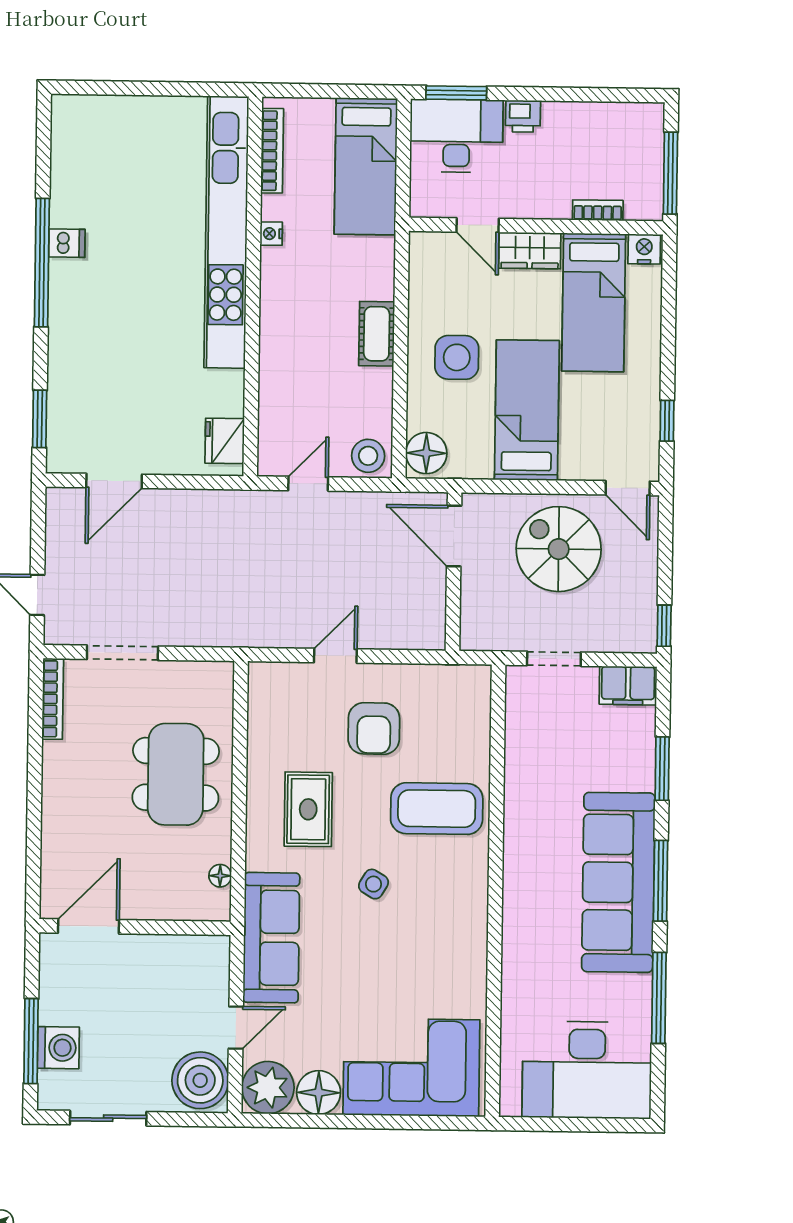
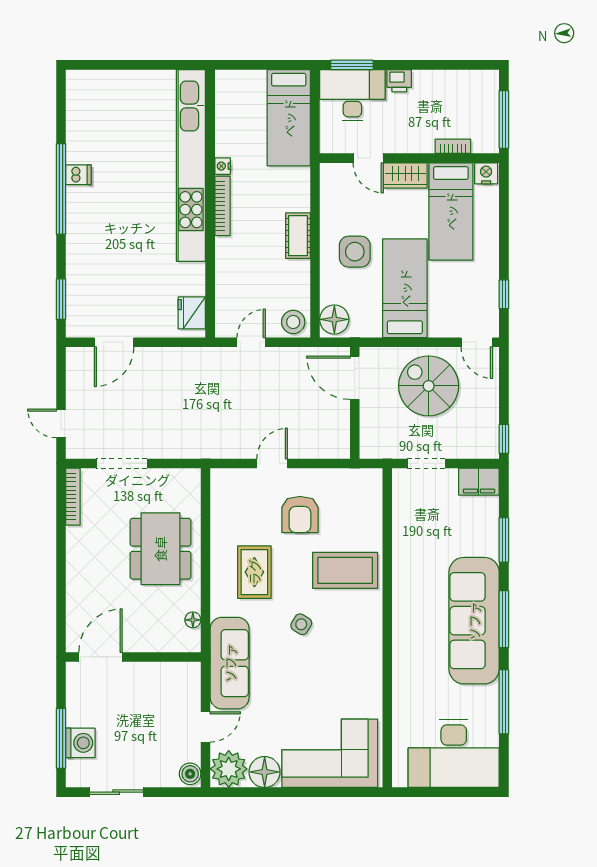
bookcase: (272, 151) -> (222, 206), moved
boiler: (200, 1080) -> (190, 774), width x0.54, depth x0.54

